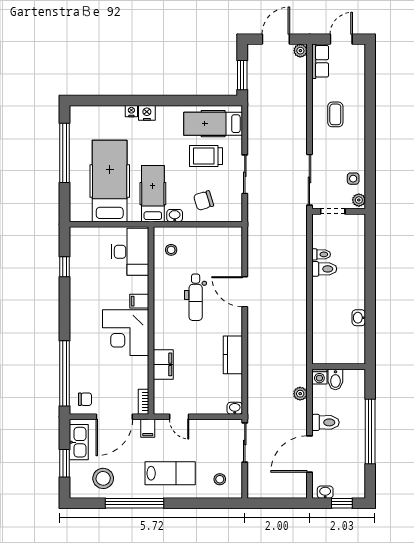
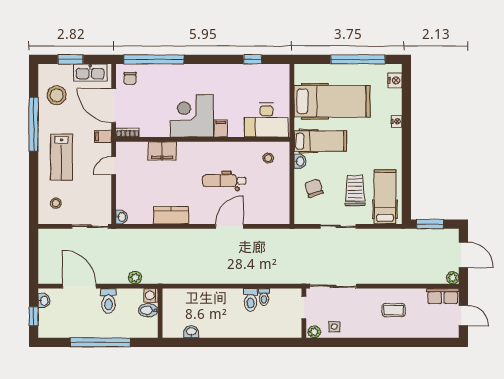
nightstand: (147, 113) -> (395, 80), moved
washbasin: (359, 318) -> (191, 332), moved

